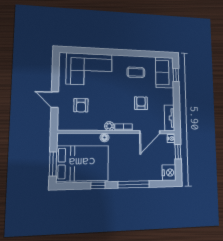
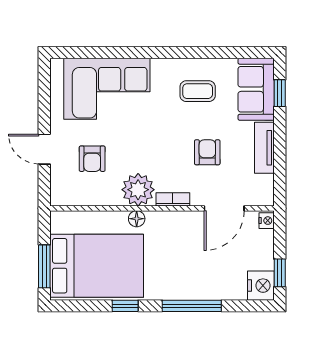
tv unit: (170, 118) -> (264, 148), moved
plant: (109, 126) -> (138, 190), width x1.88, depth x1.88
window: (178, 152) -> (280, 273), moved

